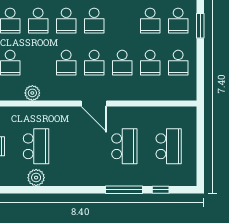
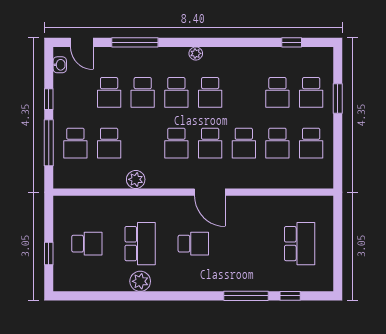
school desk: (124, 146) -> (193, 244), moved, width x0.54

